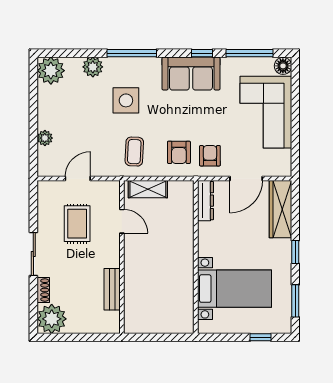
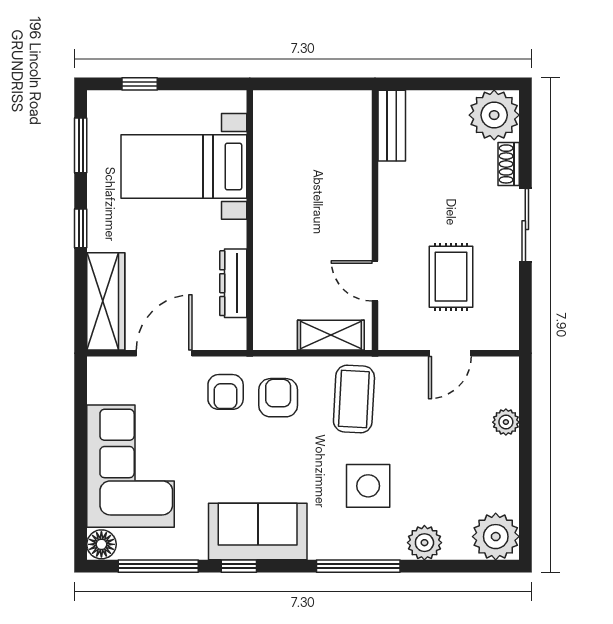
coffee table: (134, 152) -> (354, 399), width x1.36, depth x1.30
dresser: (205, 201) -> (233, 283), moved
bench: (112, 289) -> (392, 126), moved

